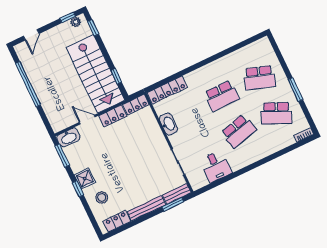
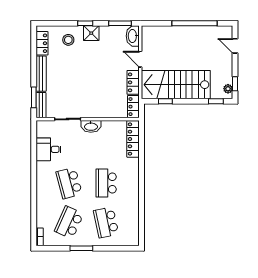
school desk: (259, 78) -> (106, 222), turned -30
door: (87, 120) -> (140, 59), swing flipped
washbasin: (168, 124) -> (91, 126), moved

